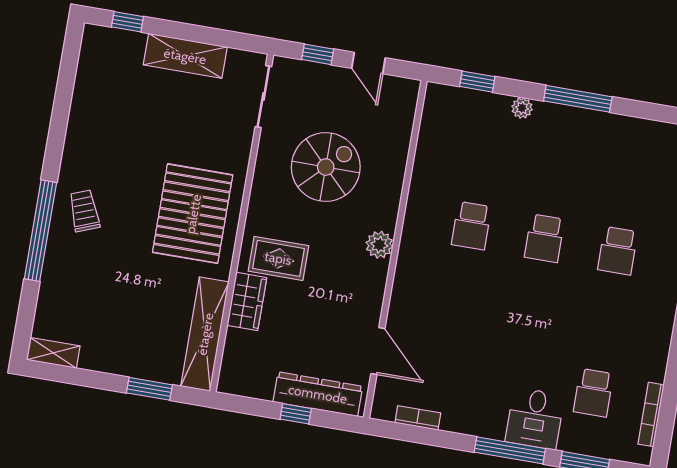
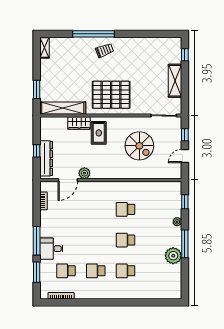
plant: (601, 131) -> (173, 256), added
plant: (379, 245) -> (84, 173), moved
school desk: (606, 322) -> (96, 271), added

